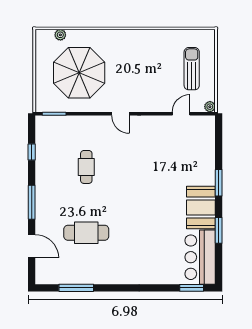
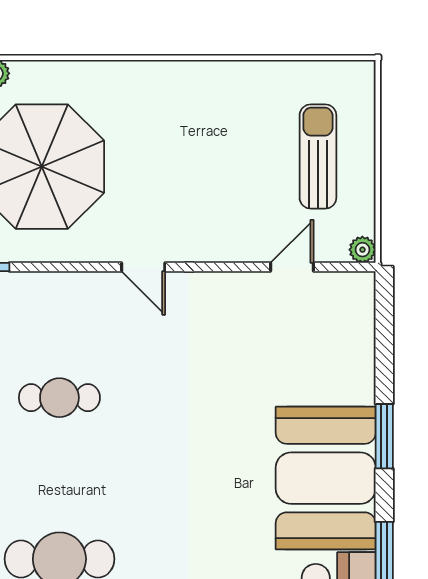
cafe table: (86, 167) -> (59, 398), turned 90
booth: (201, 208) -> (326, 478), width x1.36, depth x1.42

